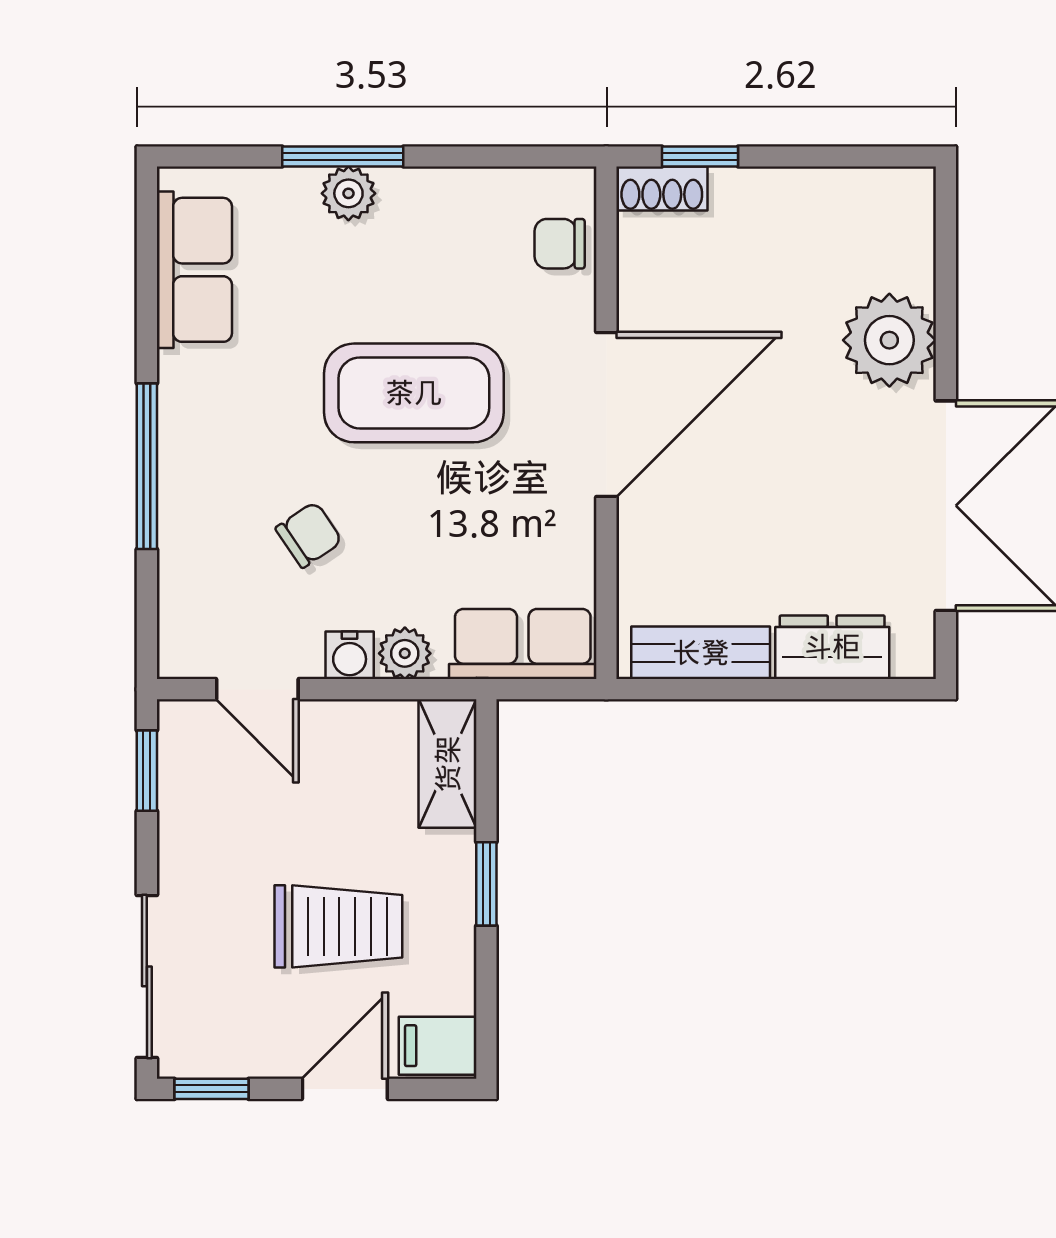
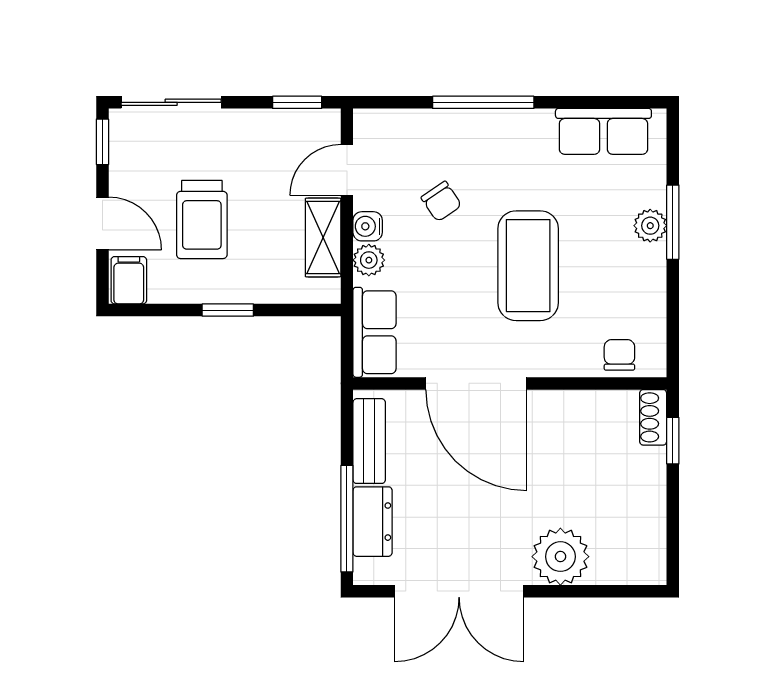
door: (606, 414) -> (476, 383), moved
window: (827, 689) -> (347, 519), added
shelving: (448, 764) -> (323, 237), moved, turned 90

